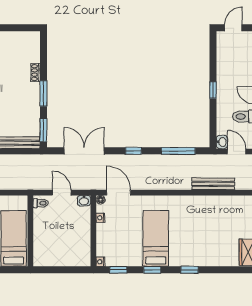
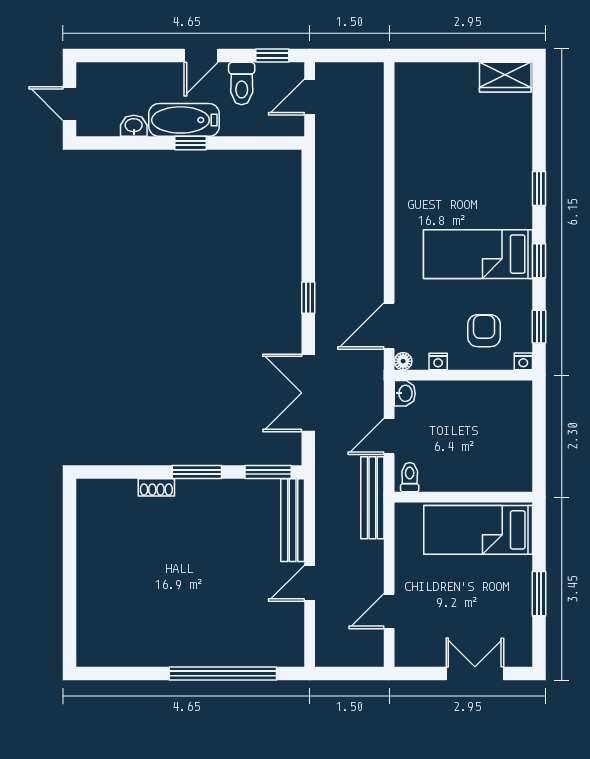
bathtub: (225, 87) -> (184, 120), added
washbasin: (222, 142) -> (134, 126), moved
window: (178, 151) -> (308, 210), removed
bench: (213, 184) -> (372, 498), moved
armchair: (116, 241) -> (484, 331), added

